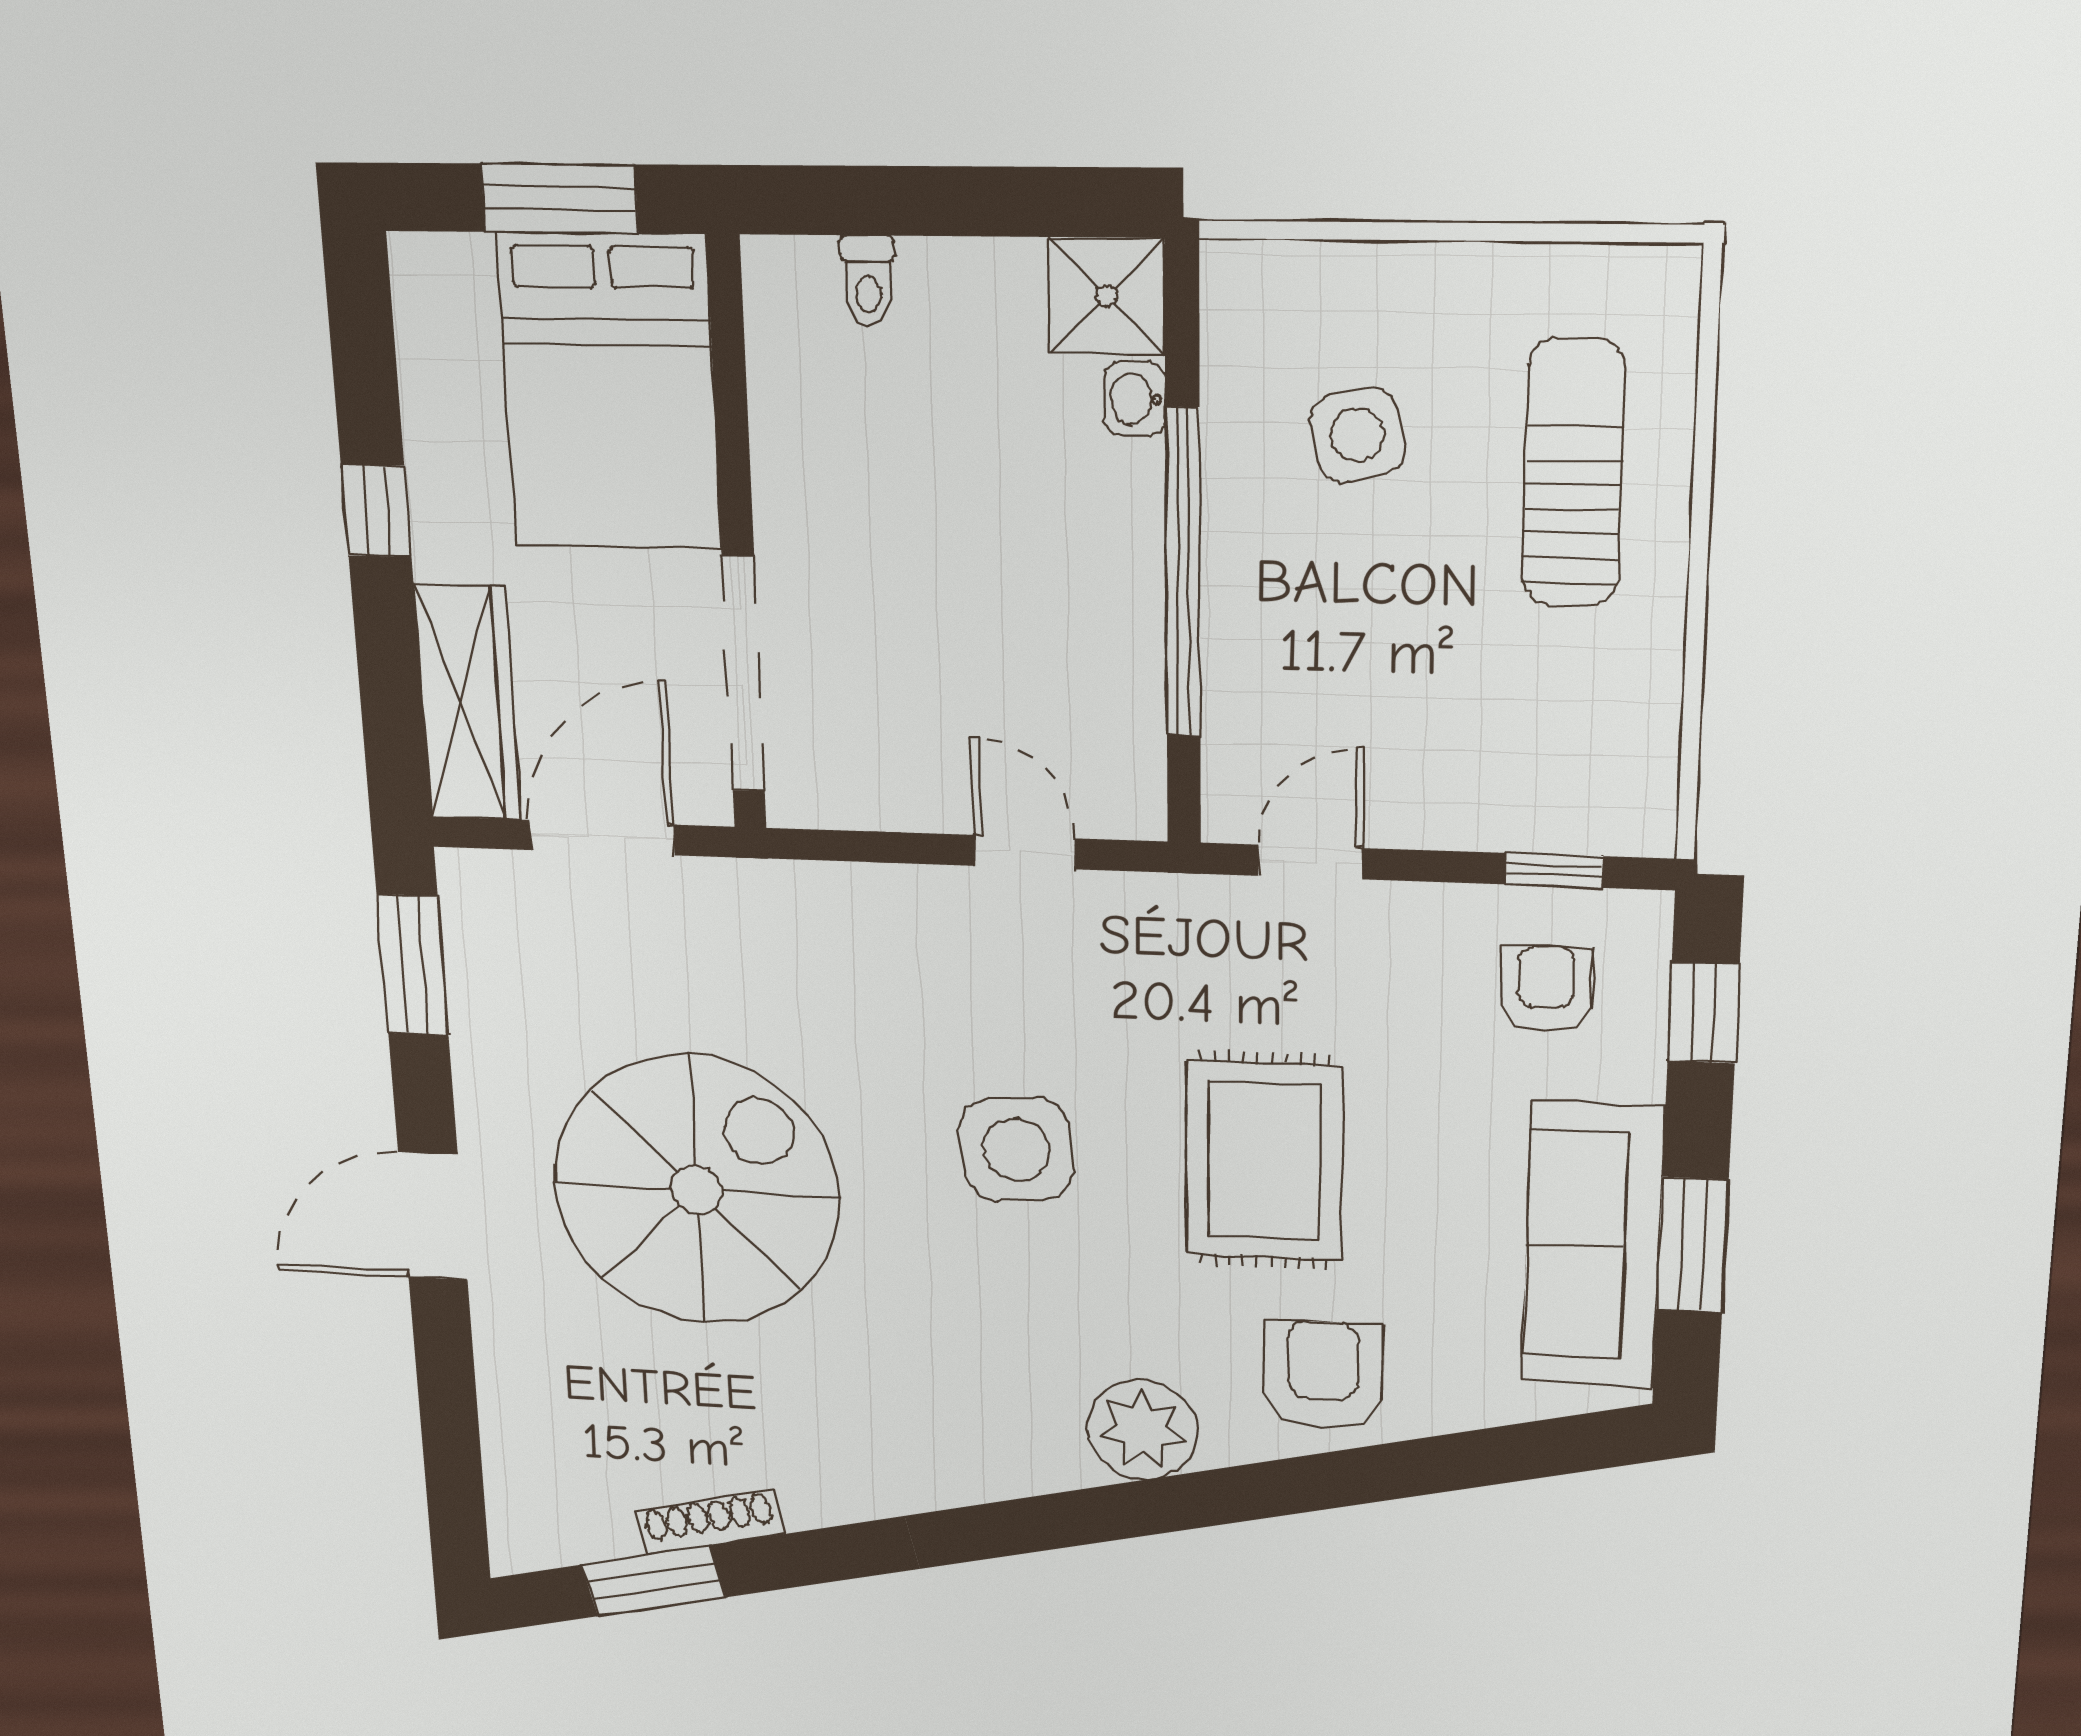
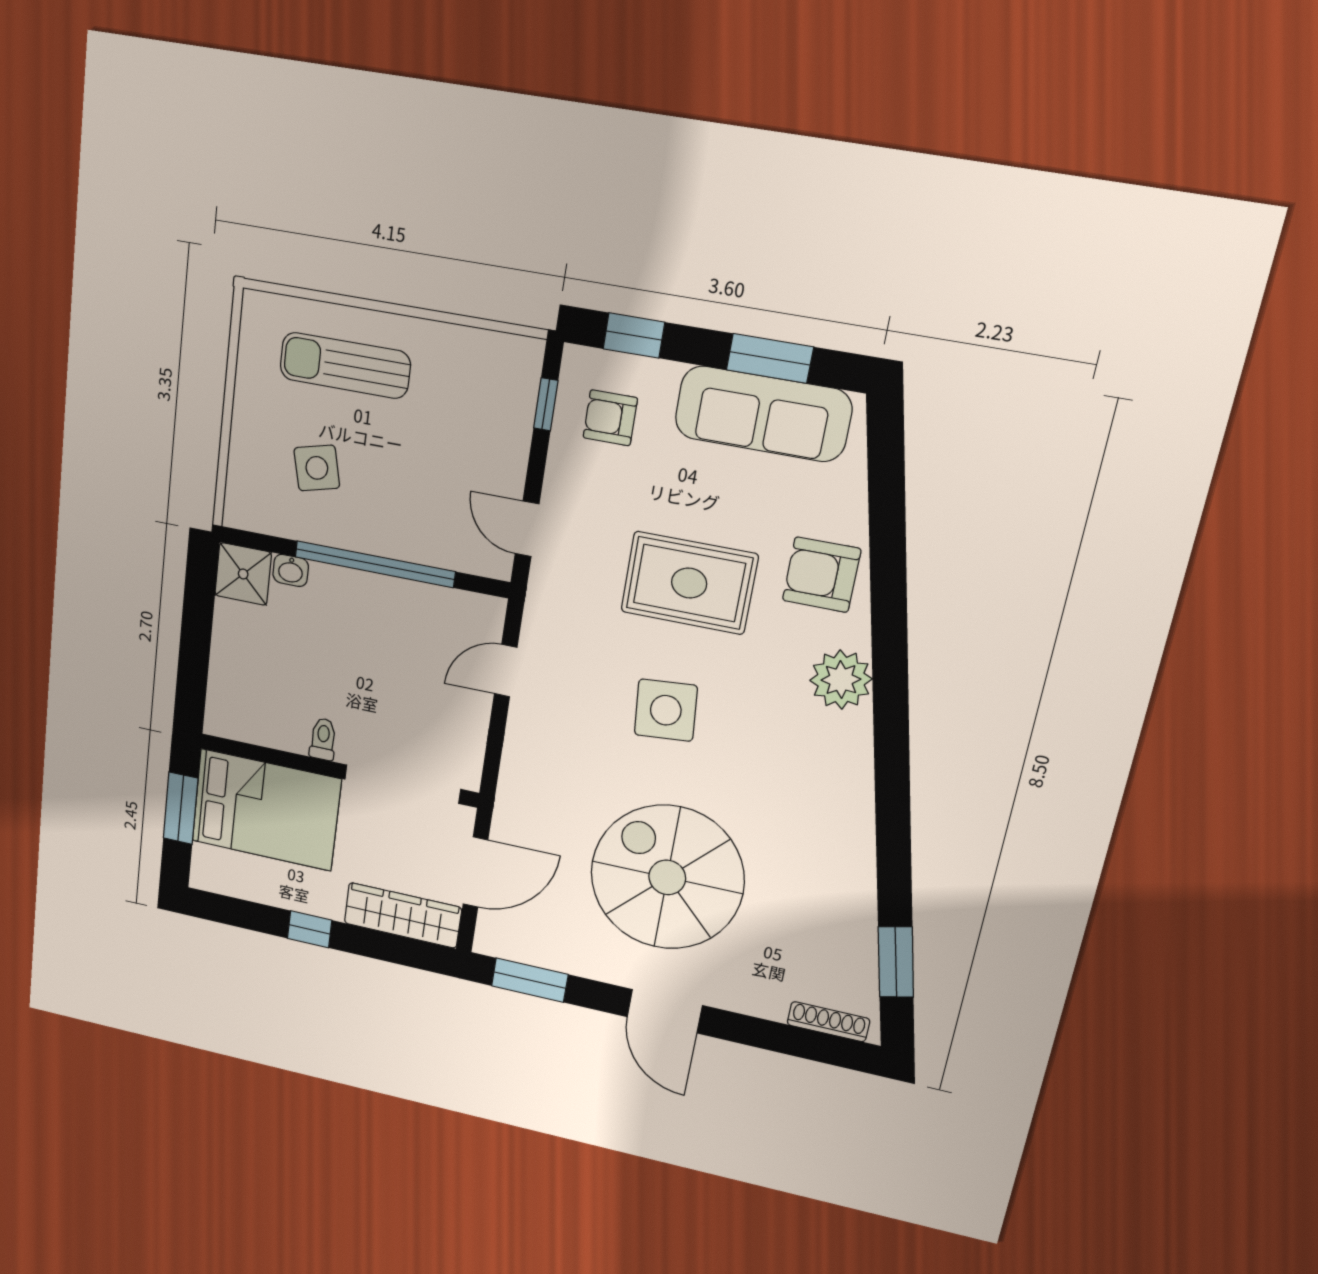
toilet: (868, 281) -> (323, 739), moved, turned -90
door: (602, 838) -> (475, 872), swing flipped
shoe rack: (710, 1523) -> (828, 1022), moved, turned 103

